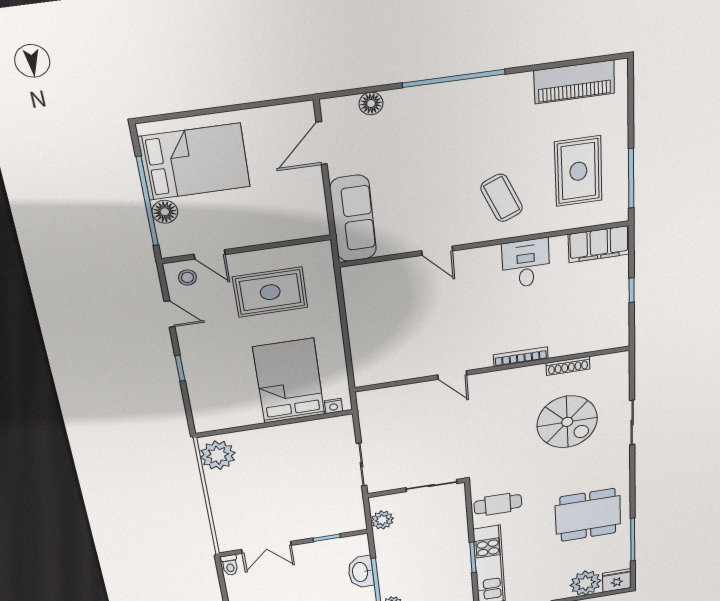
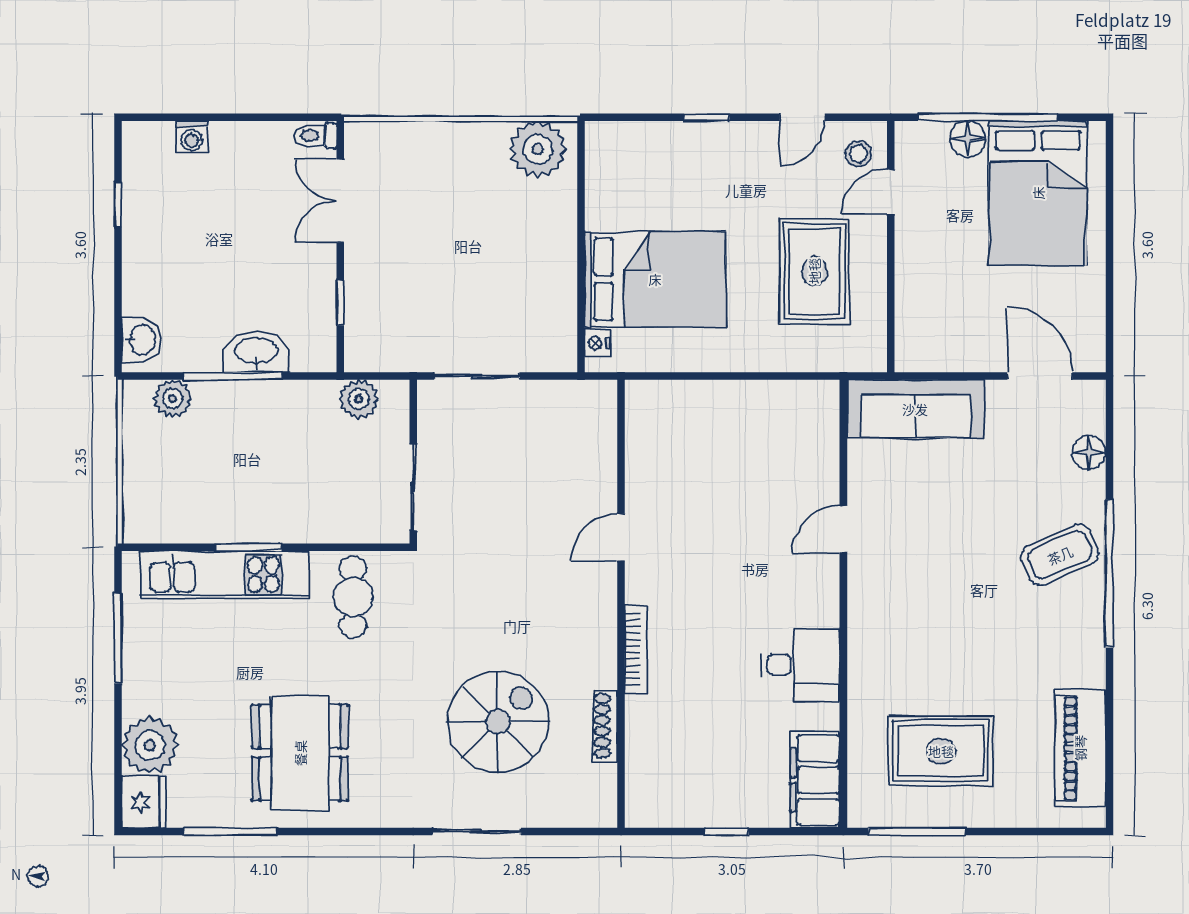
coffee table: (502, 198) -> (1060, 555), moved
spiral stairs: (567, 422) -> (498, 721), turned 180

